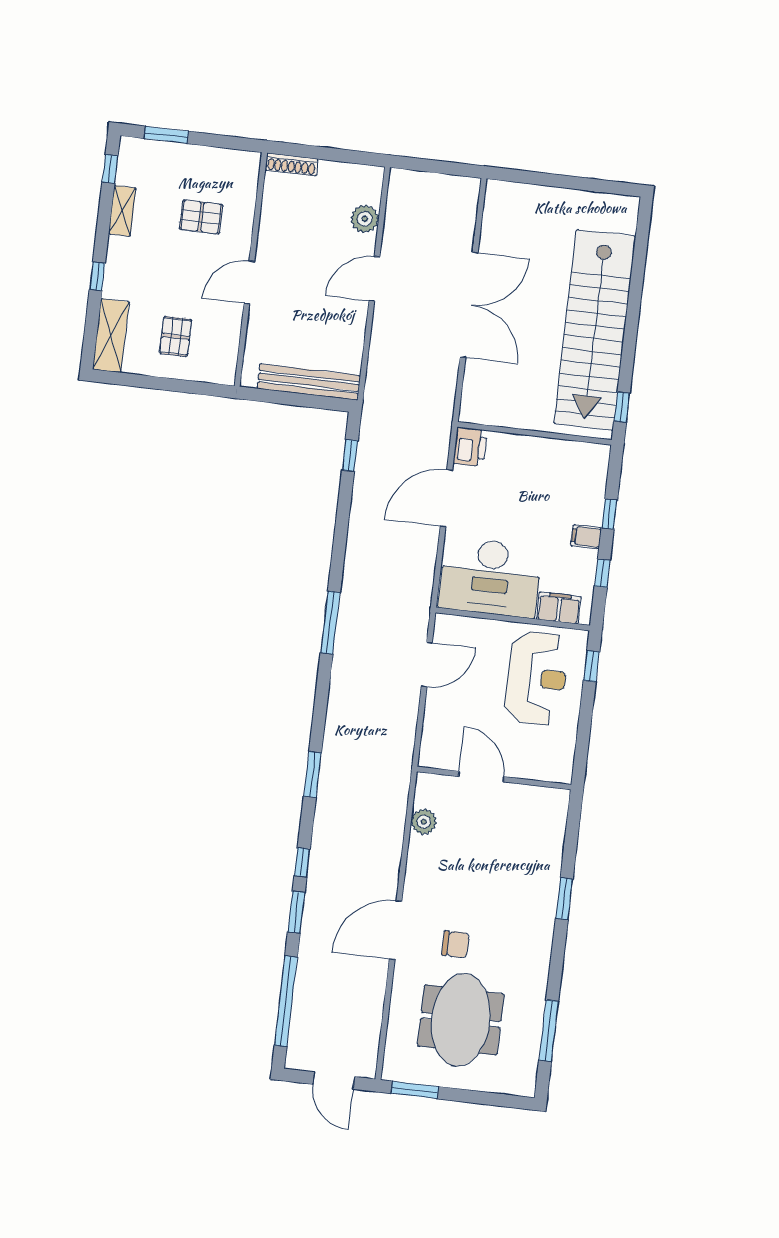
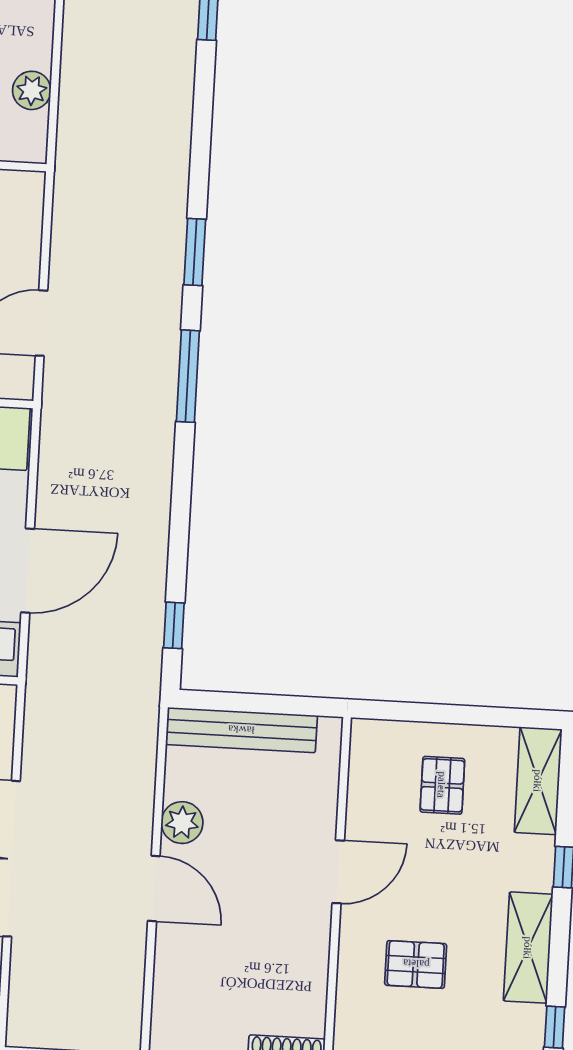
shelving: (122, 211) -> (528, 948), width x1.50, depth x1.33
plant: (365, 219) -> (182, 823), moved
door: (374, 279) -> (154, 888), hinge flipped
window: (312, 774) -> (195, 252), moved

